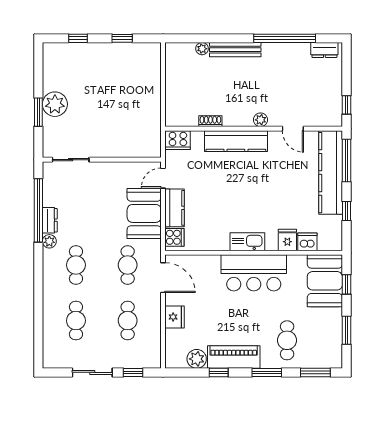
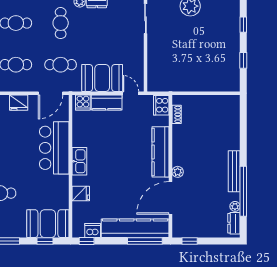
plant: (202, 49) -> (235, 206), moved
bench: (235, 50) -> (234, 171), moved
shoe rack: (210, 121) -> (177, 114), moved
door: (293, 129) -> (171, 198), width x1.87
window: (346, 211) -> (87, 241), moved
dishwasher: (307, 242) -> (93, 231), moved, turned -90
cafe table: (76, 265) -> (61, 23), turned 90
bar counter: (254, 273) -> (54, 148), moved

